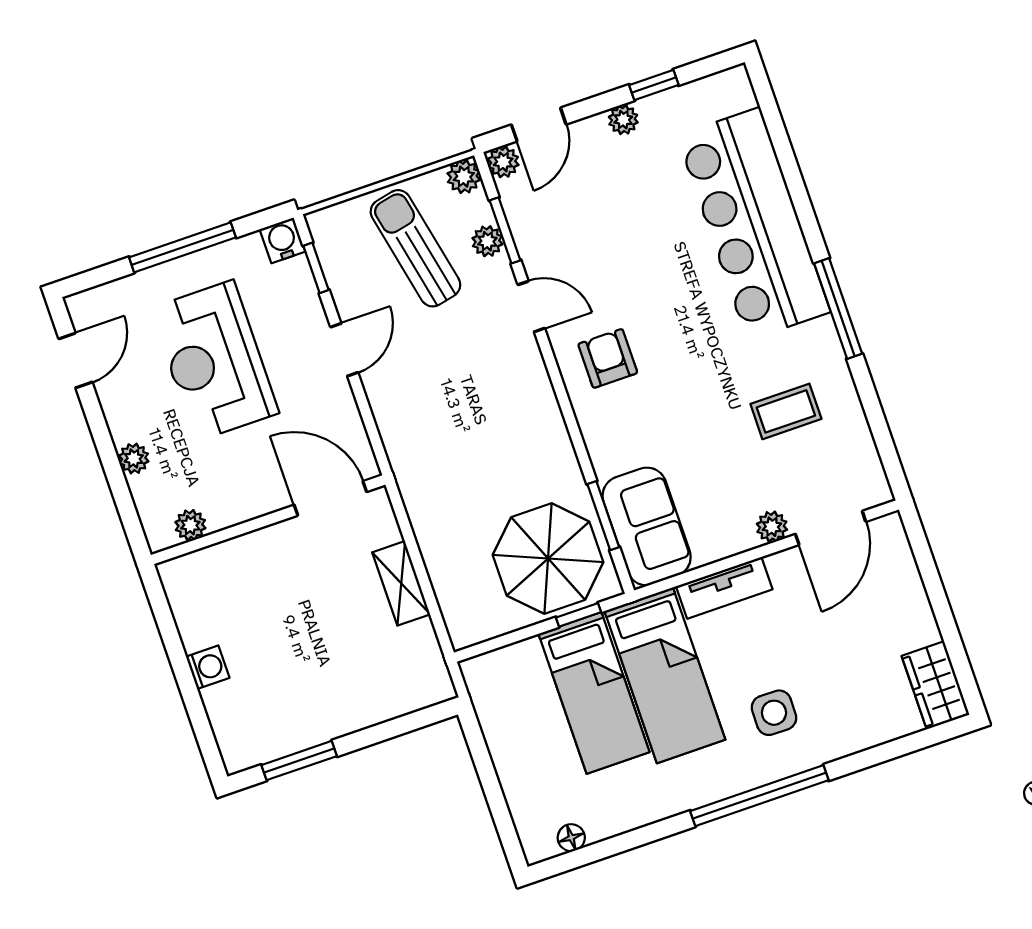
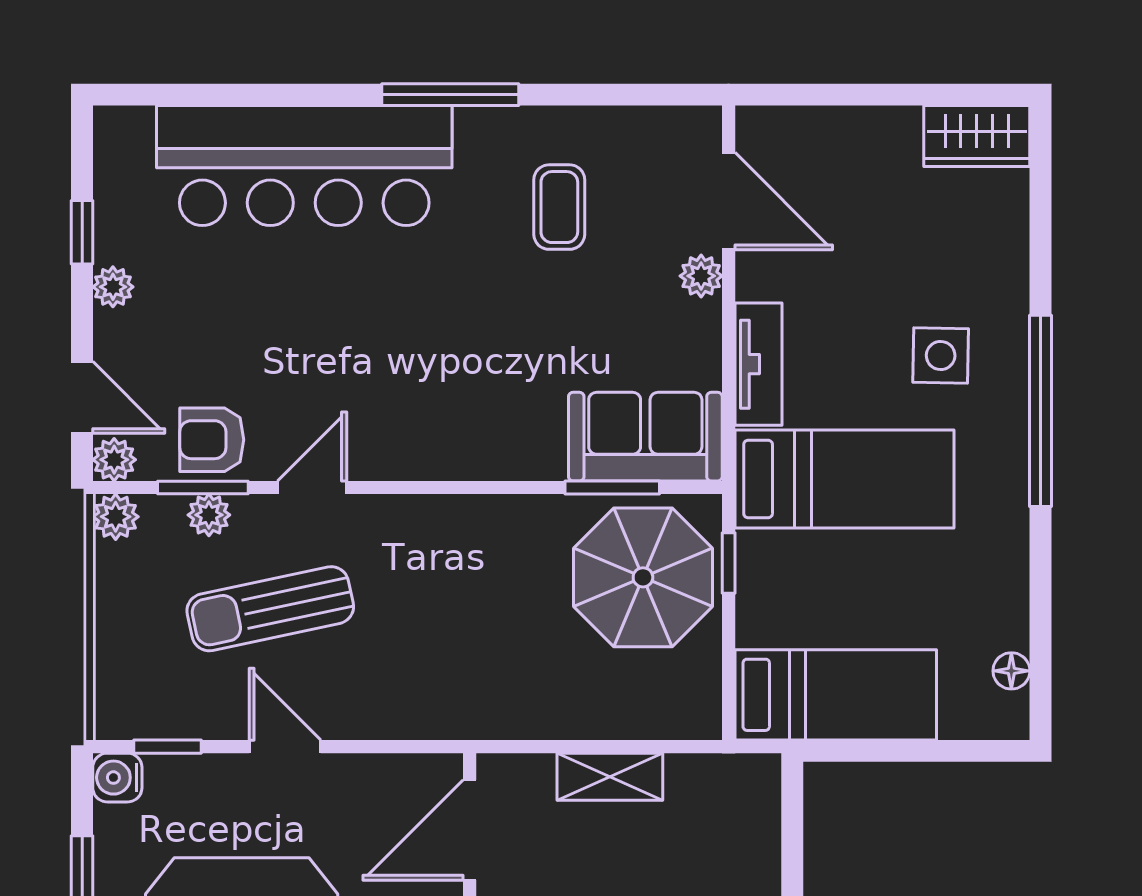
sun lounger: (415, 248) -> (270, 609), moved
armchair: (608, 358) -> (212, 440), moved
bed: (594, 693) -> (836, 695), moved

